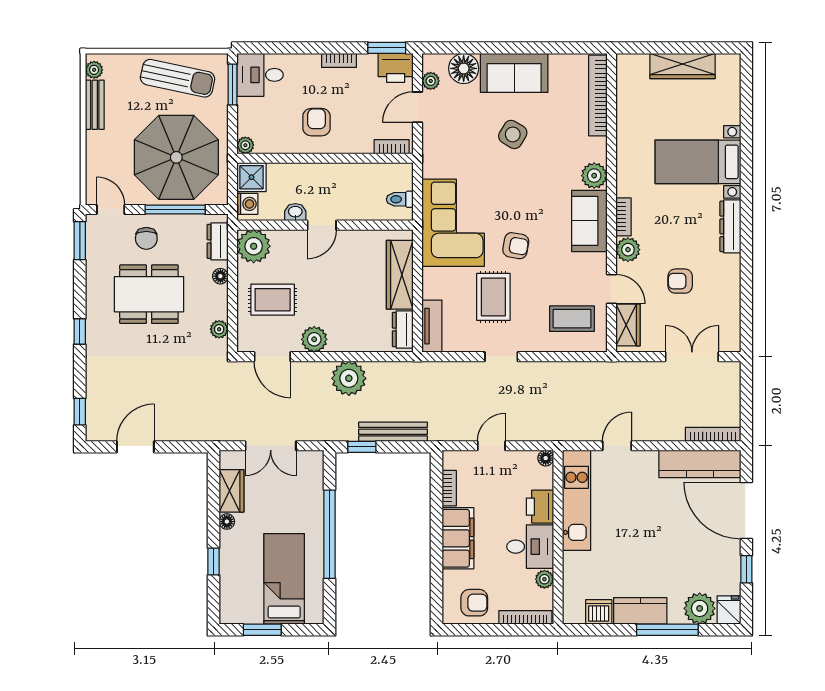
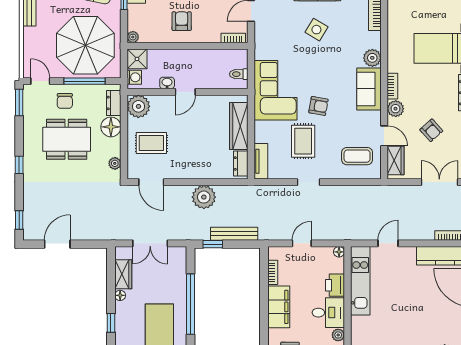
floor lamp: (220, 276) -> (111, 127), width x1.89, depth x1.89
armchair: (680, 281) -> (431, 130), turned -132
plant: (314, 339) -> (180, 170), removed

